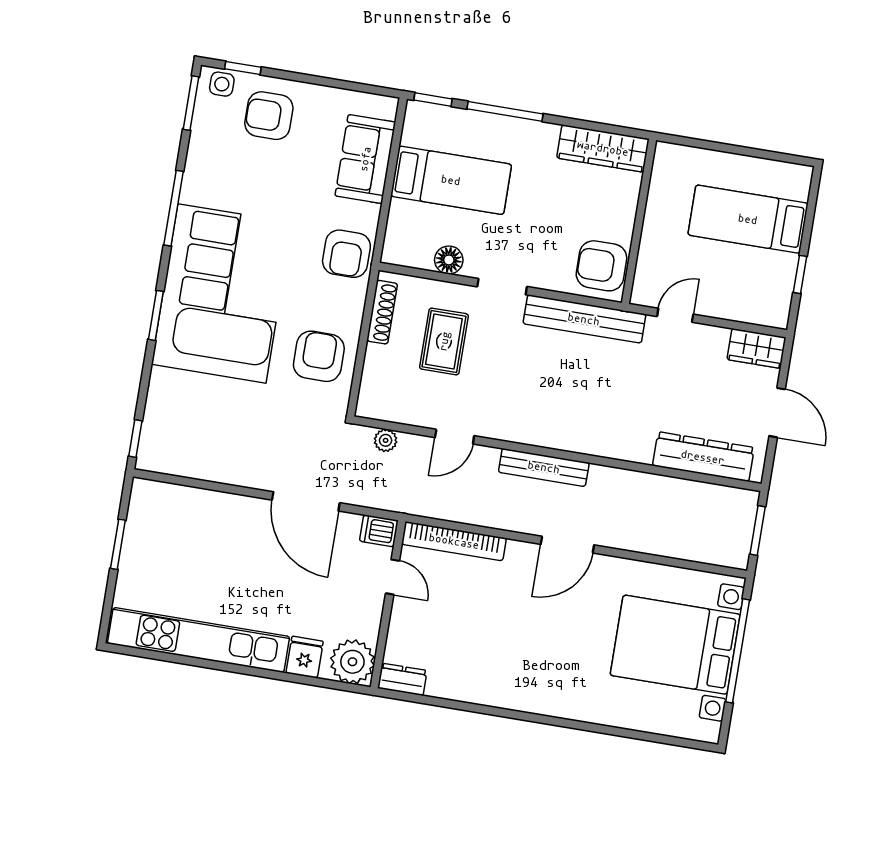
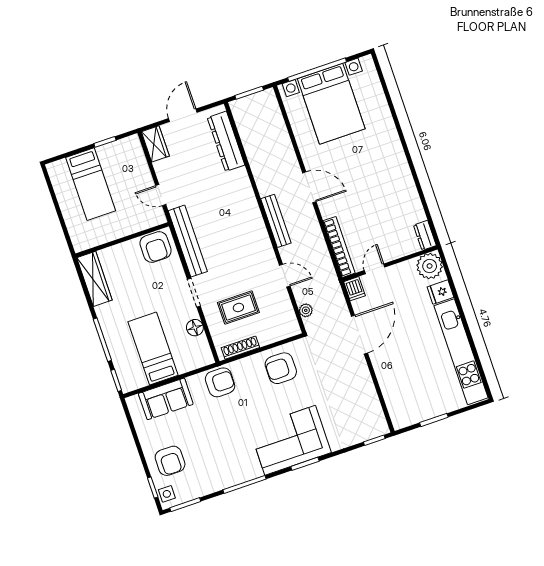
corner sofa: (222, 293) -> (290, 440), width x0.73, depth x0.74

